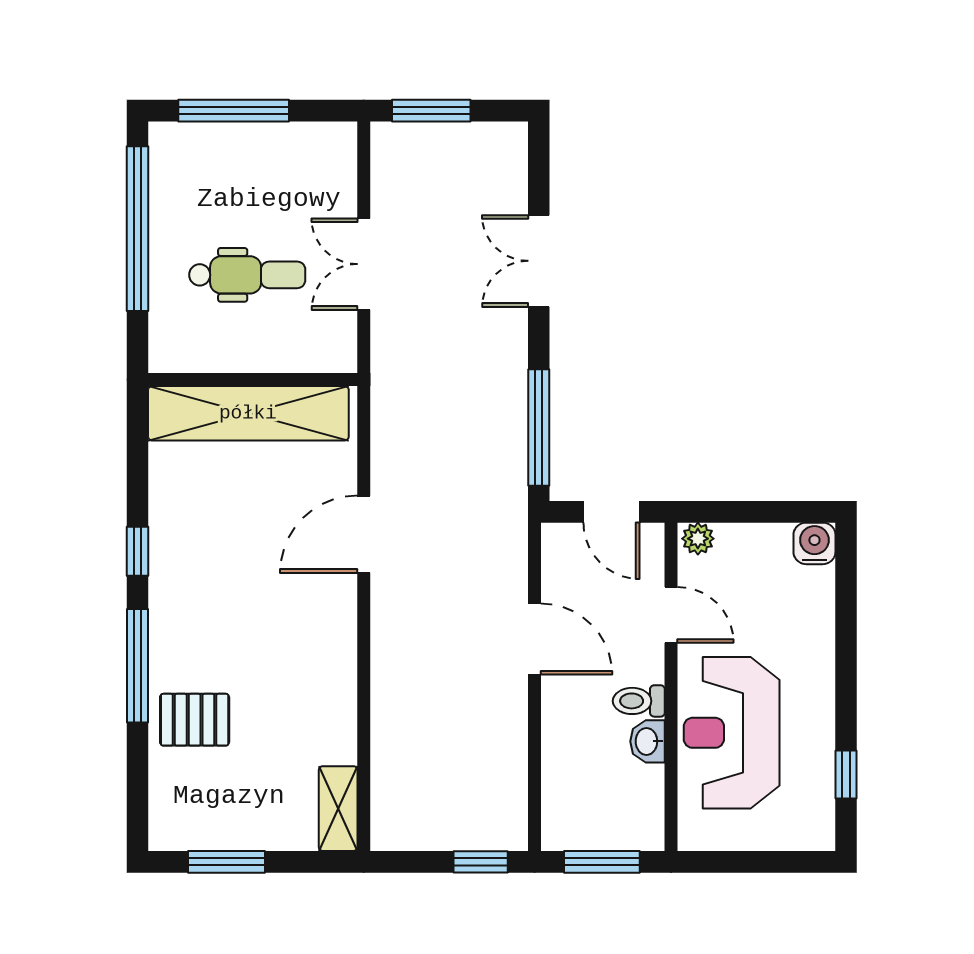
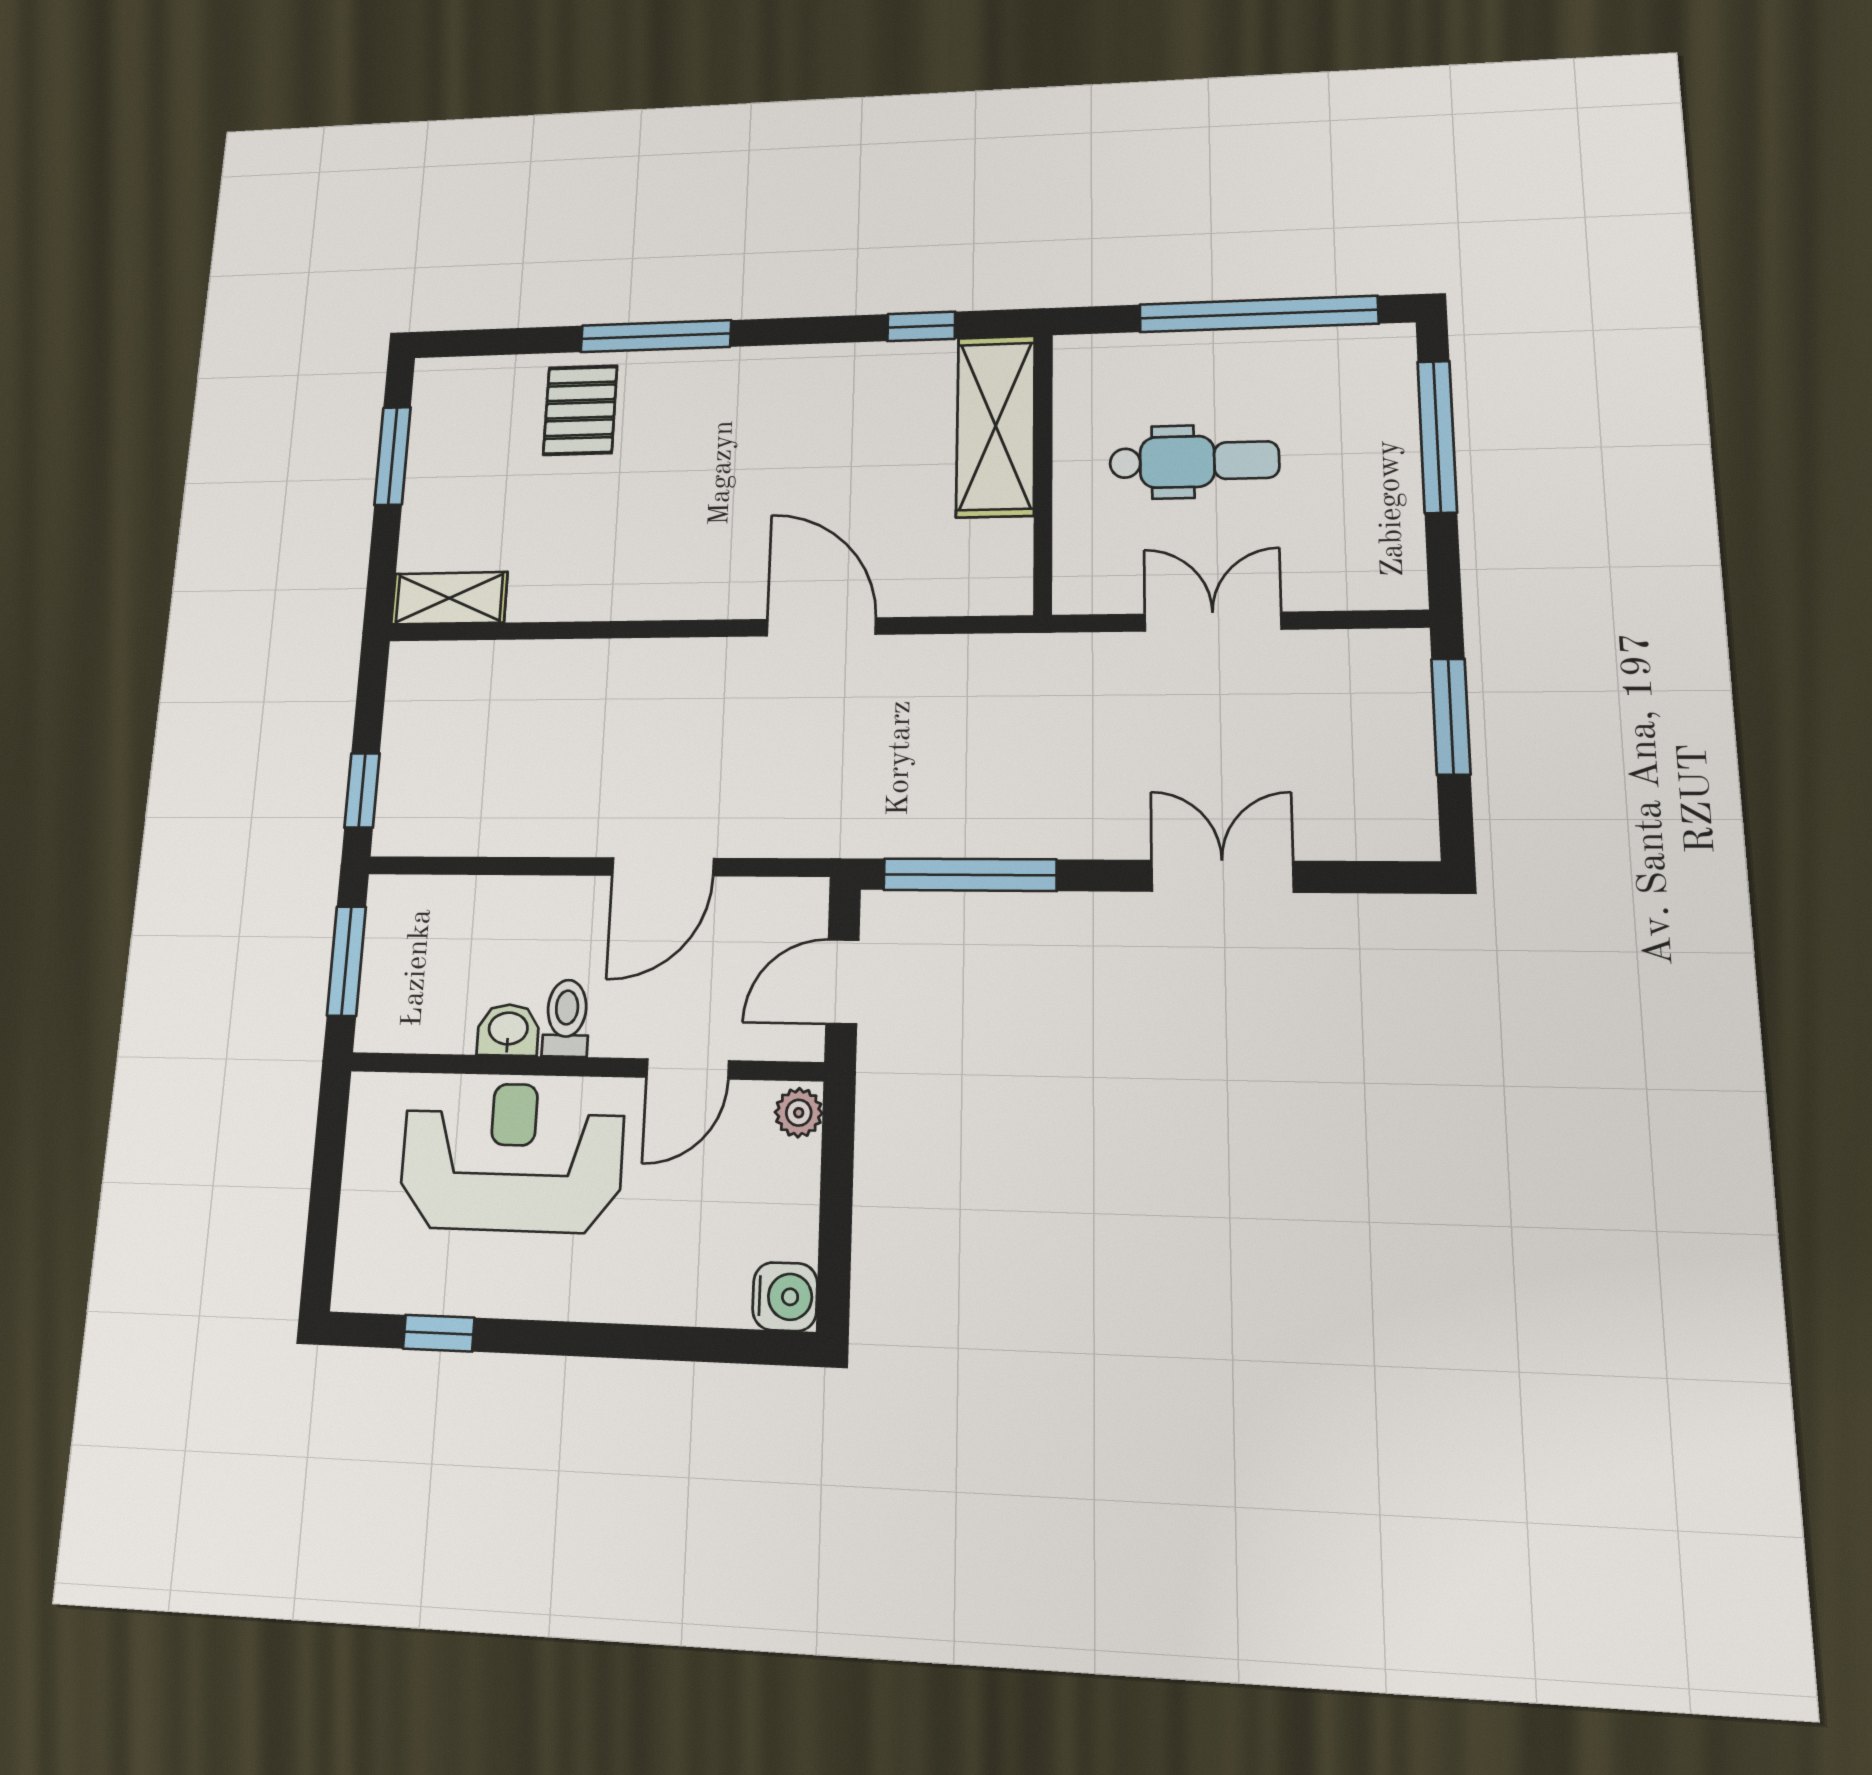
dental chair: (247, 275) -> (1194, 461), turned -90
shelving: (248, 413) -> (996, 426), width x0.68
window: (137, 551) -> (921, 326), moved

